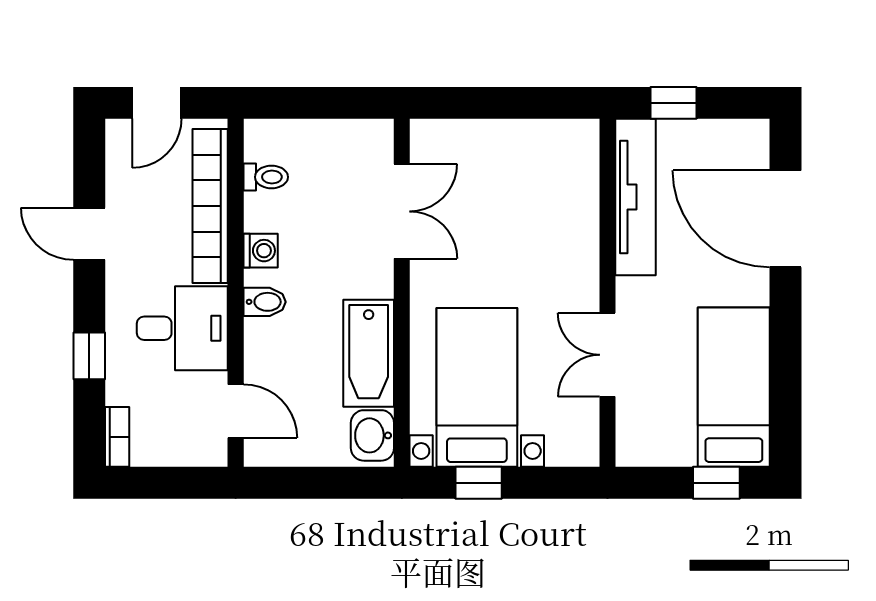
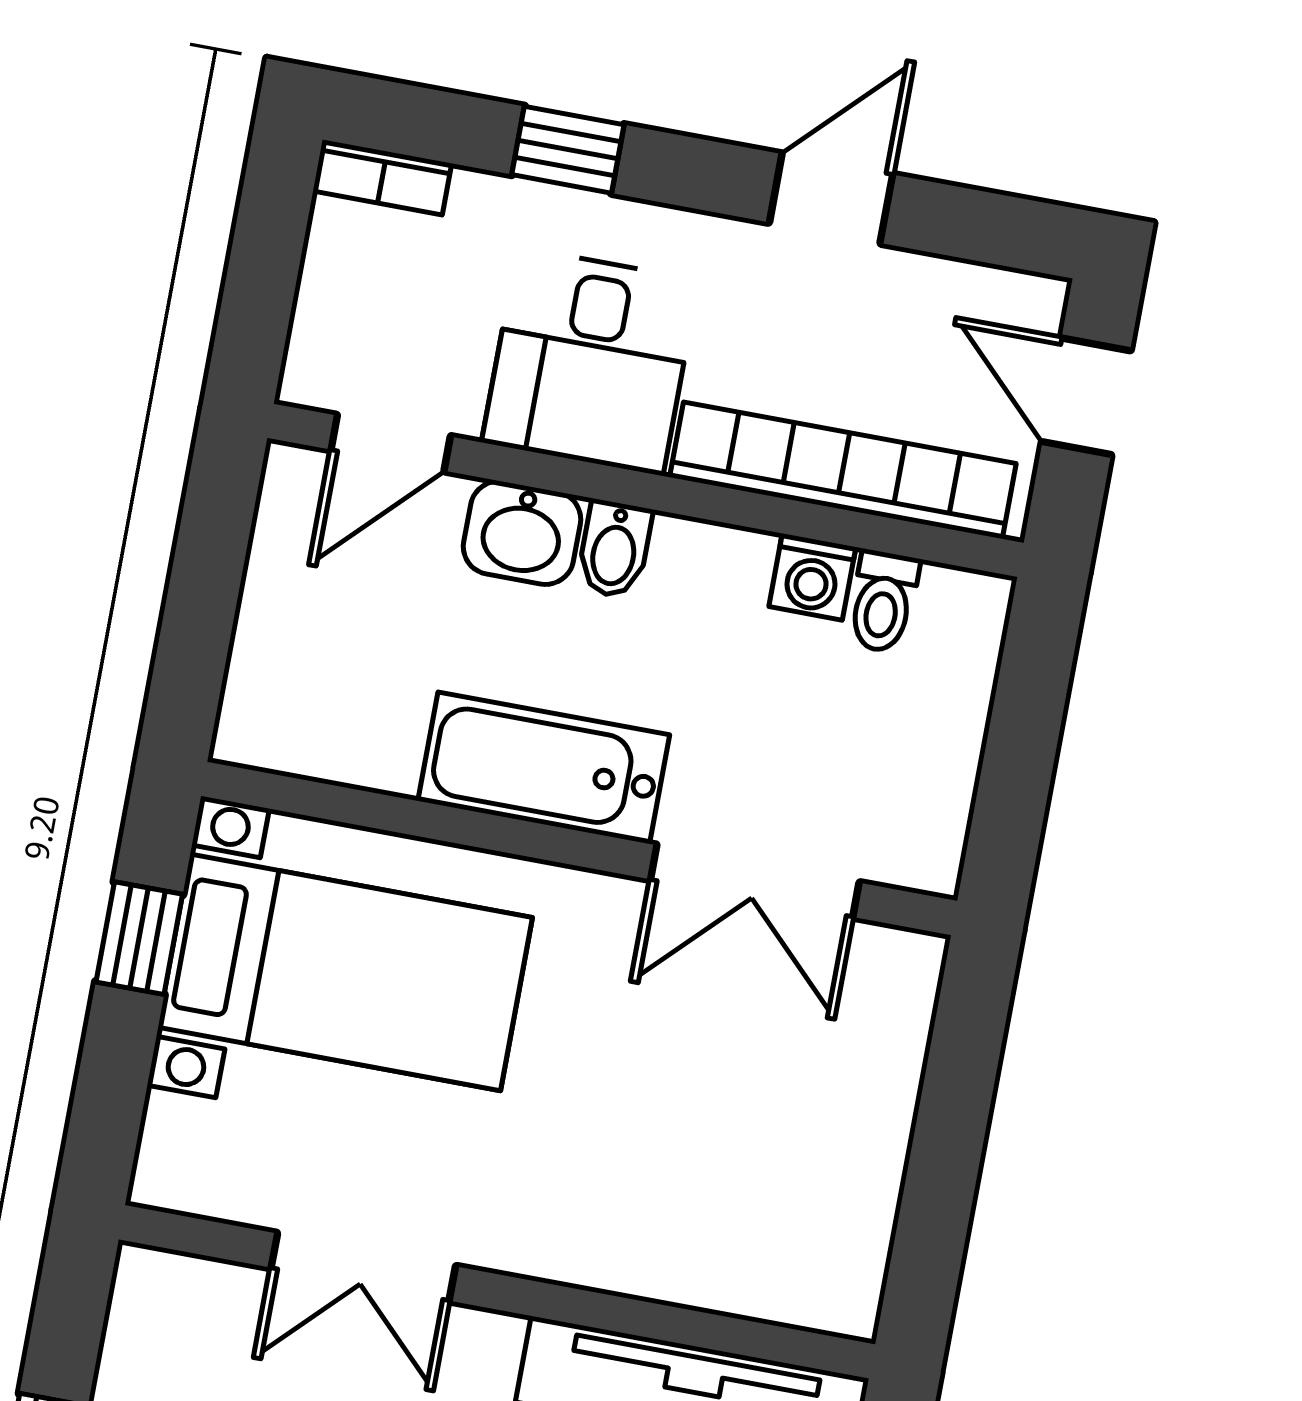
washing machine: (261, 251) -> (812, 577), moved
bathtub: (369, 353) -> (544, 768), moved
double door: (608, 355) -> (363, 1267), swing flipped
washbasin: (372, 435) -> (522, 533), moved, turned 180

